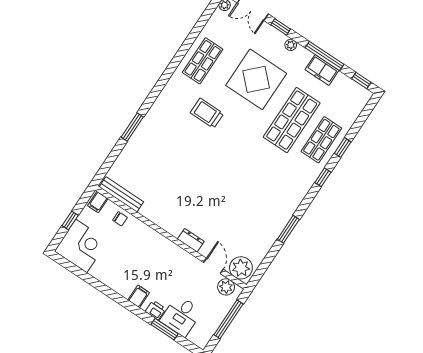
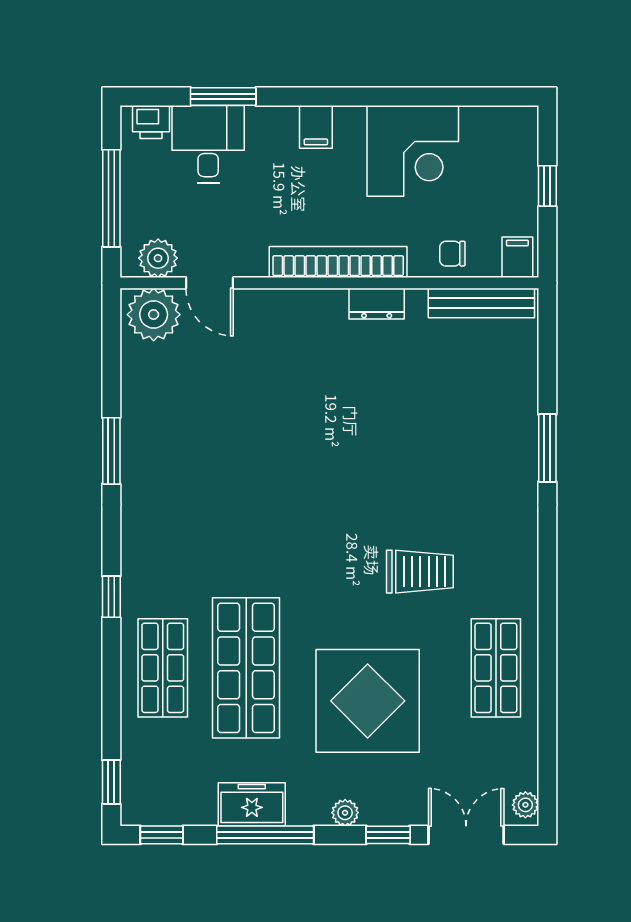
window: (343, 148) -> (111, 782), moved
dresser: (191, 240) -> (377, 304), moved
bookcase: (163, 243) -> (338, 262), added
corner desk: (81, 246) -> (413, 151), moved, turned -90
printer: (155, 310) -> (151, 122), moved

